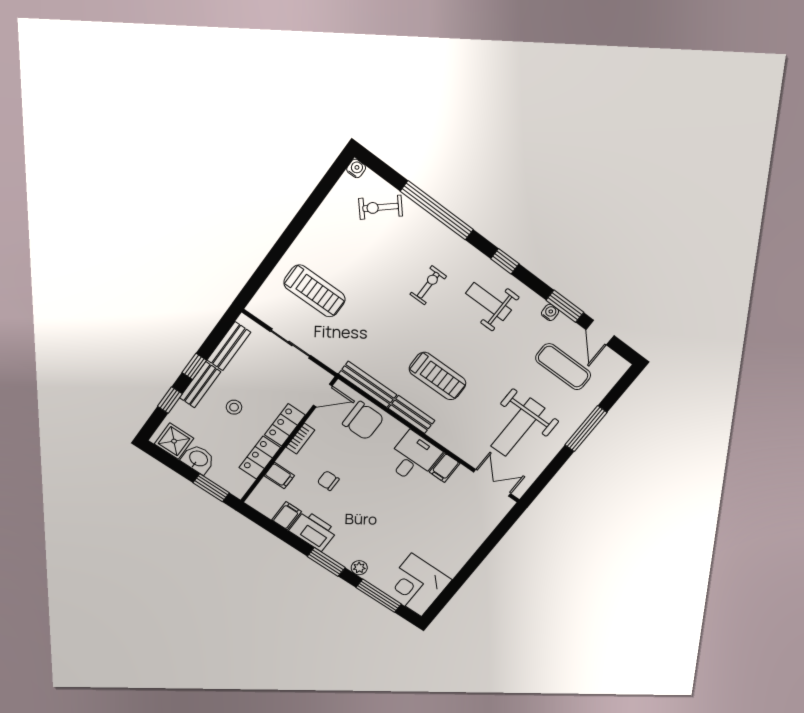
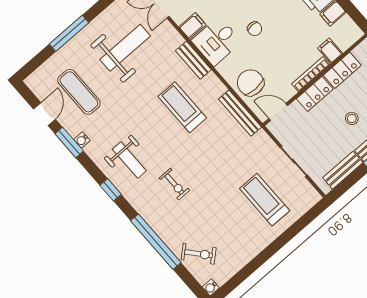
exercise bike: (428, 285) -> (174, 184), turned -90
bench: (412, 414) -> (193, 60), moved
bookcase: (300, 439) -> (311, 74), width x1.56
chair: (328, 481) -> (255, 29), moved

